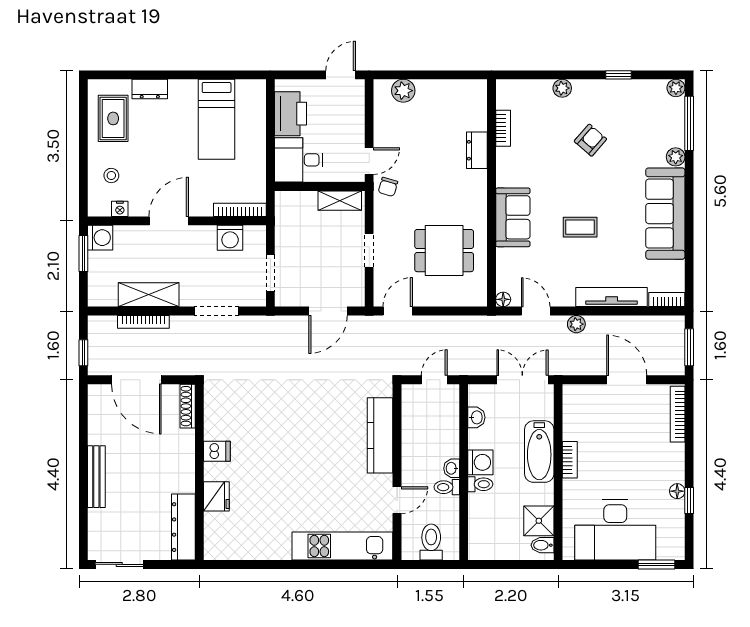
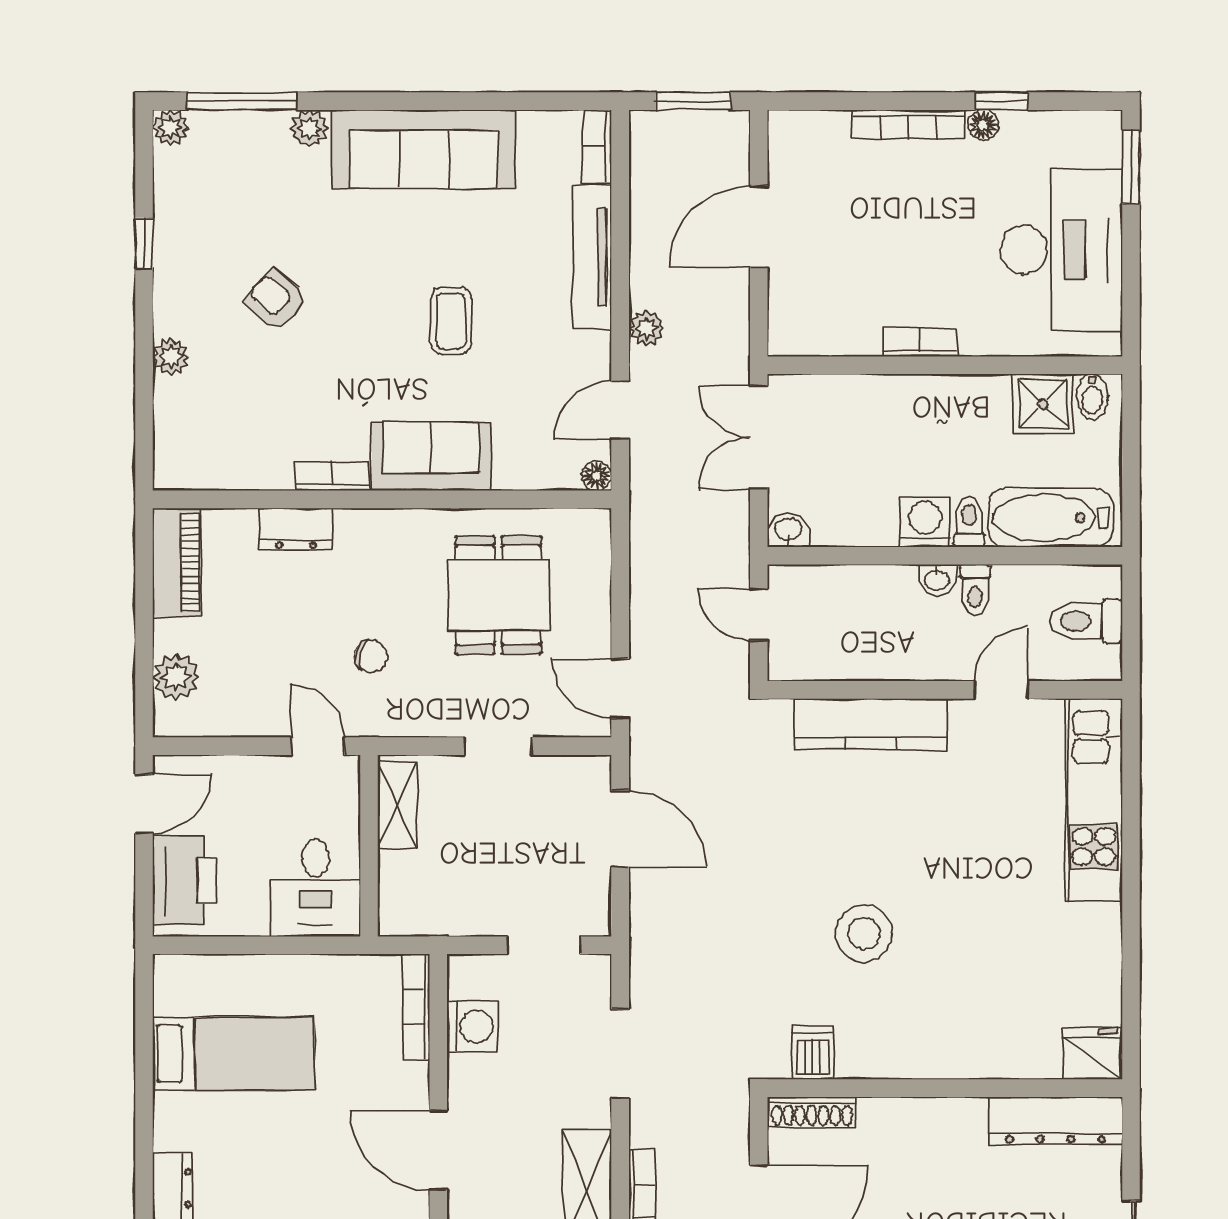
door: (341, 75) -> (144, 804), swing flipped
piano: (460, 91) -> (177, 562), added
printer: (290, 114) -> (185, 880), moved, turned 90
bookcase: (503, 128) -> (332, 476), moved
chair: (388, 187) -> (371, 656), moved
bookcase: (678, 414) -> (908, 124), moved
washbasin: (476, 417) -> (788, 530), moved
stool: (276, 432) -> (864, 934), added
dishwasher: (217, 451) -> (813, 1053), moved
bathtub: (539, 452) -> (1050, 518), moved, turned 180
fridge: (216, 496) -> (1092, 1054), moved
door: (397, 500) -> (1001, 690), hinge flipped

